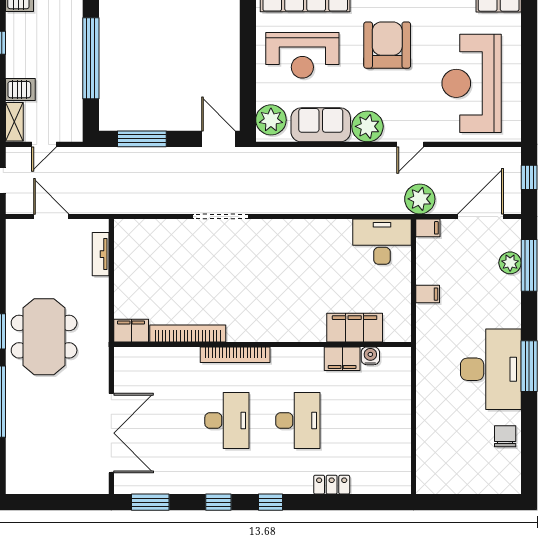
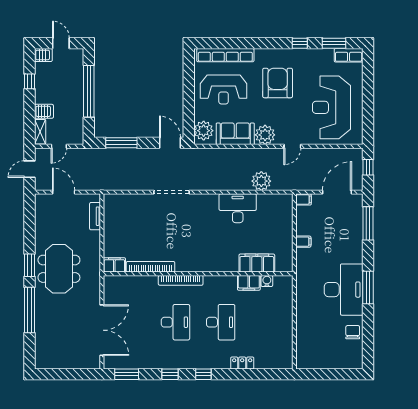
plant: (420, 199) -> (261, 181), moved
desk: (382, 242) -> (238, 208), moved
plant: (510, 263) -> (356, 222), removed

